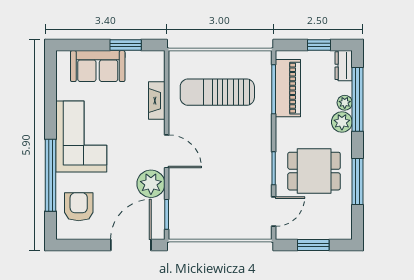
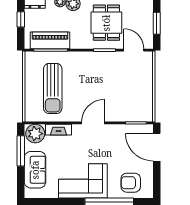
window: (126, 45) -> (21, 151), width x1.44
plant: (151, 184) -> (35, 134), moved

